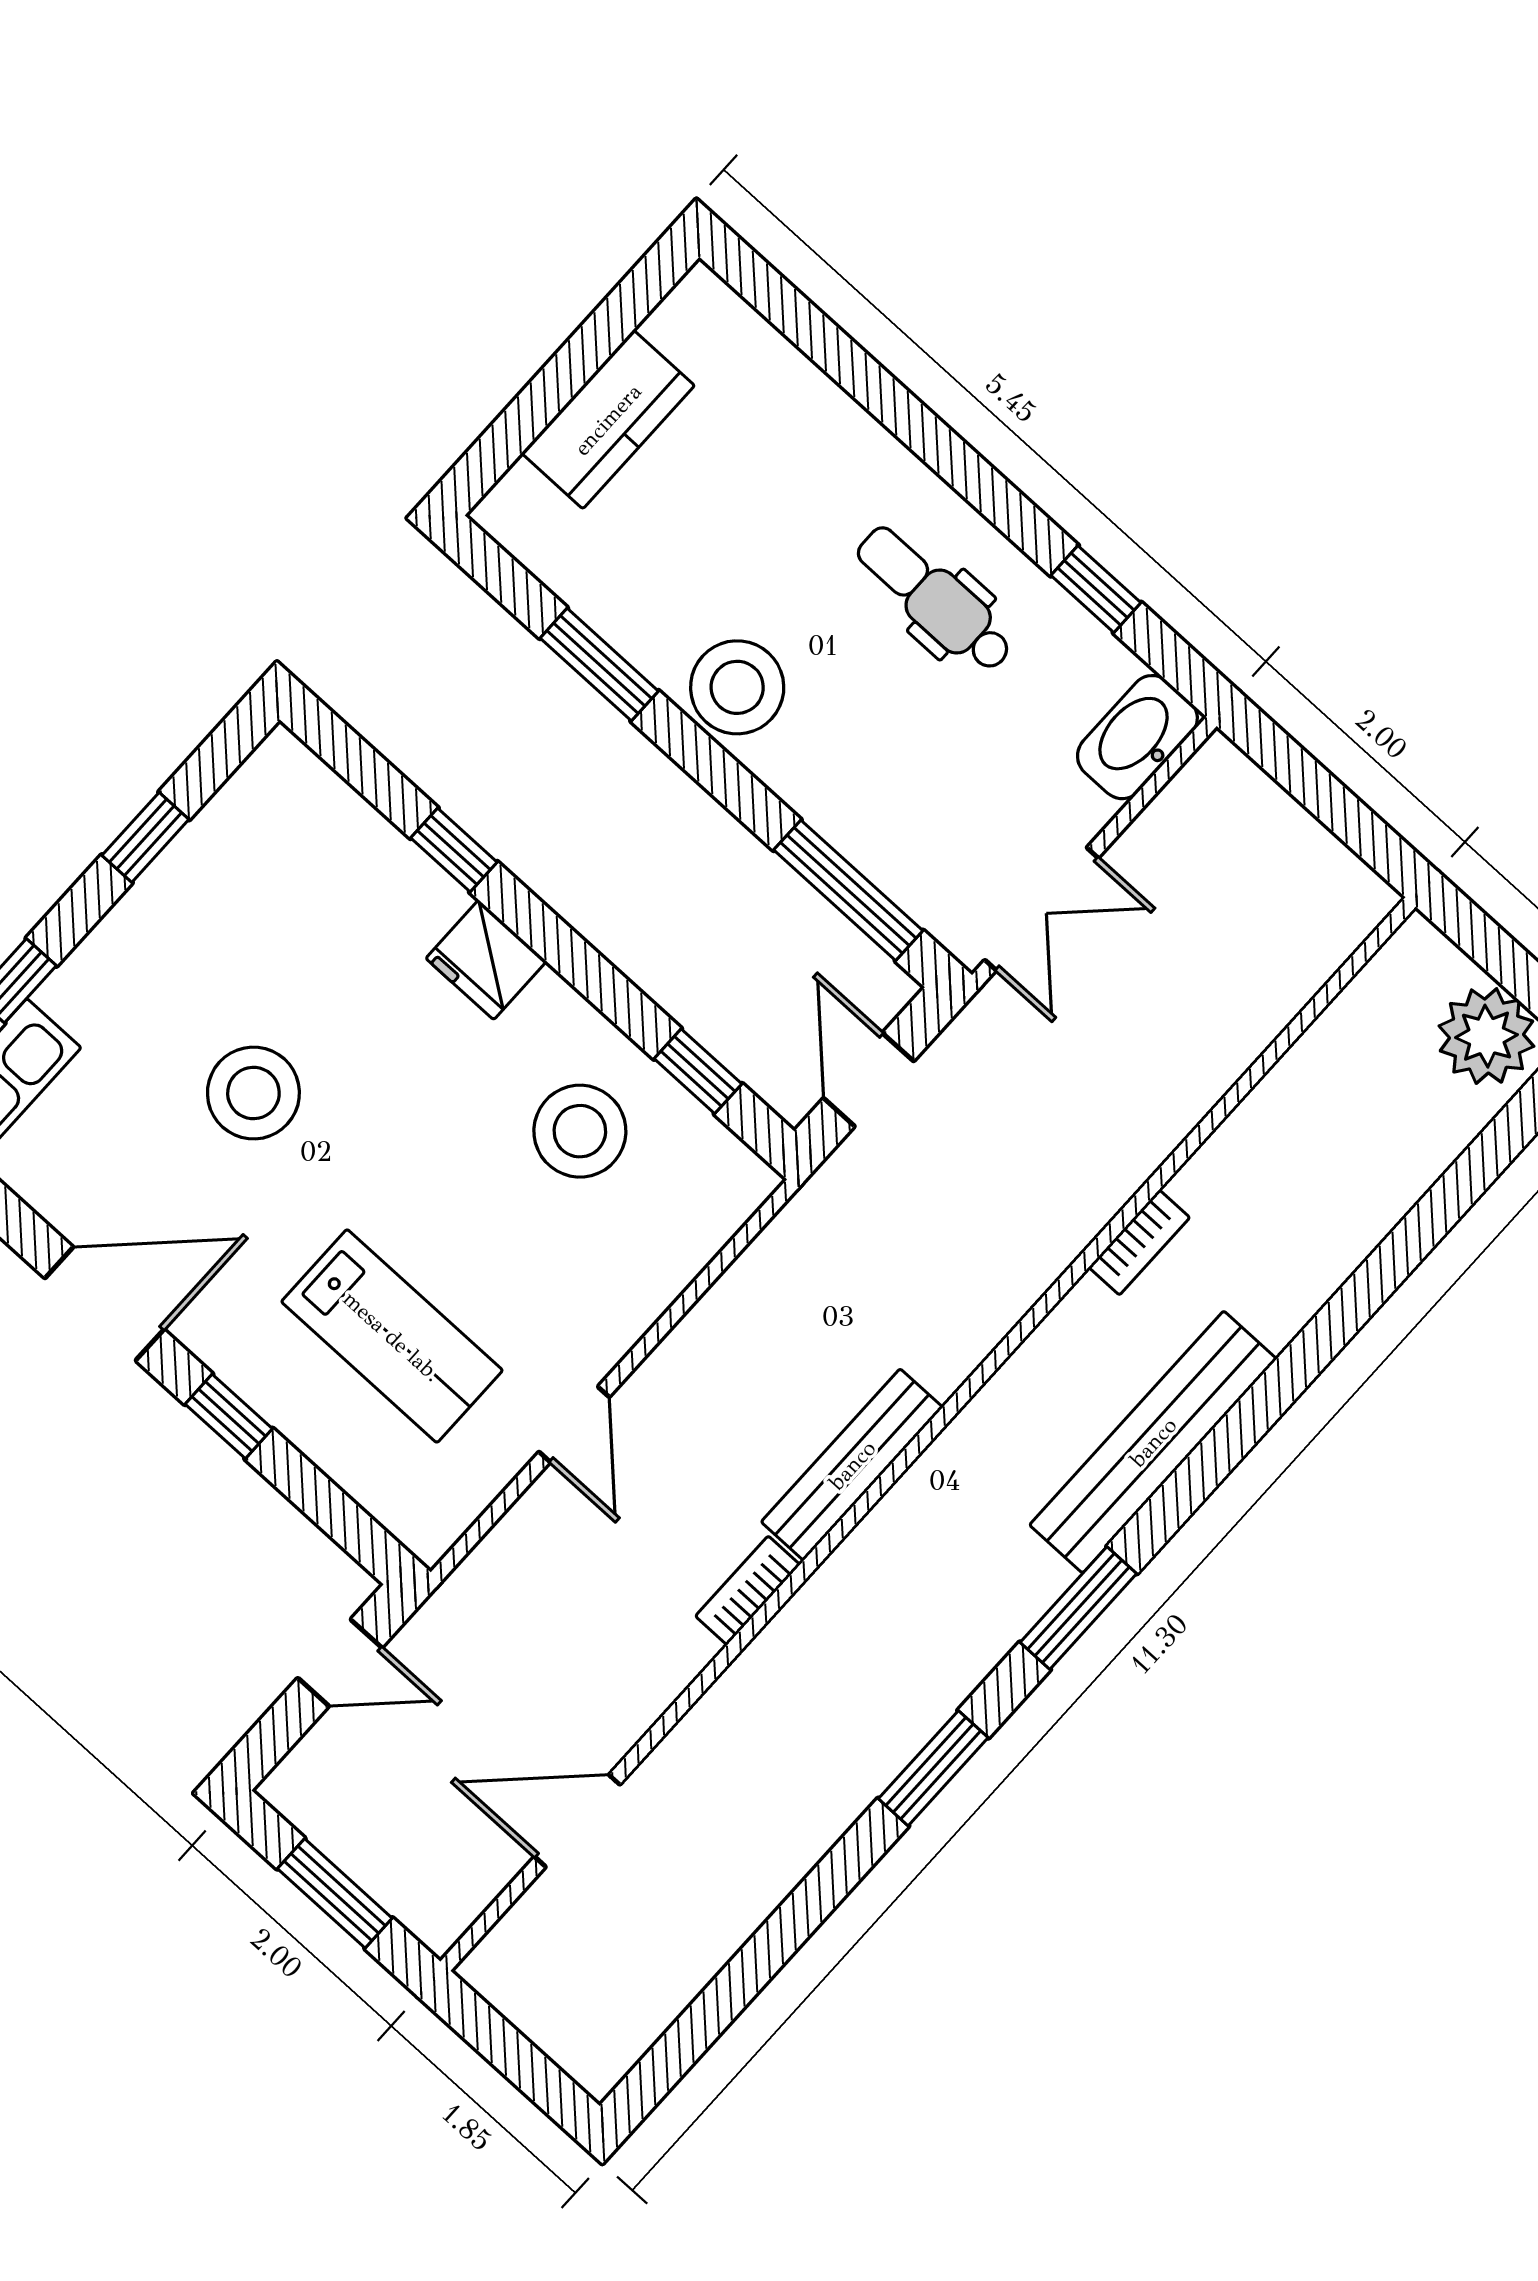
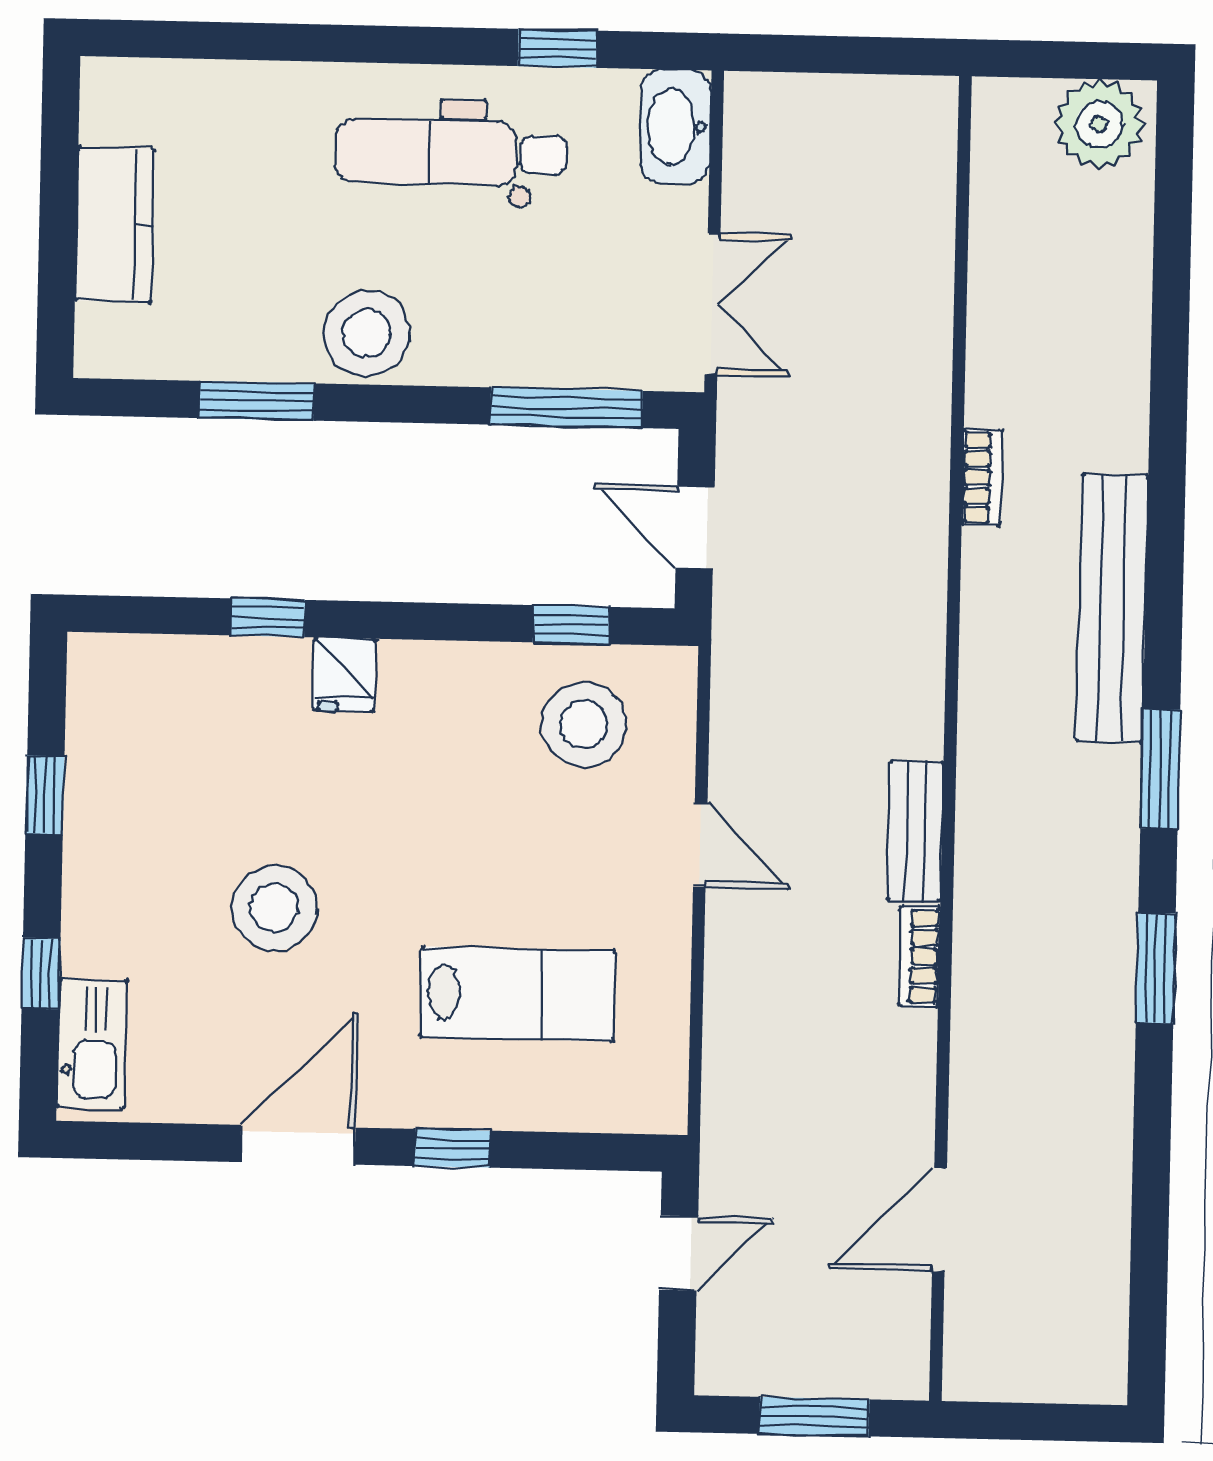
dental chair: (935, 599) -> (451, 153), width x1.36, depth x1.38
fridge: (486, 960) -> (344, 675), width x0.72
stool: (580, 1131) -> (584, 724), moved
door: (574, 1424) -> (700, 845), moved
bench: (852, 1465) -> (915, 831), width x0.73

